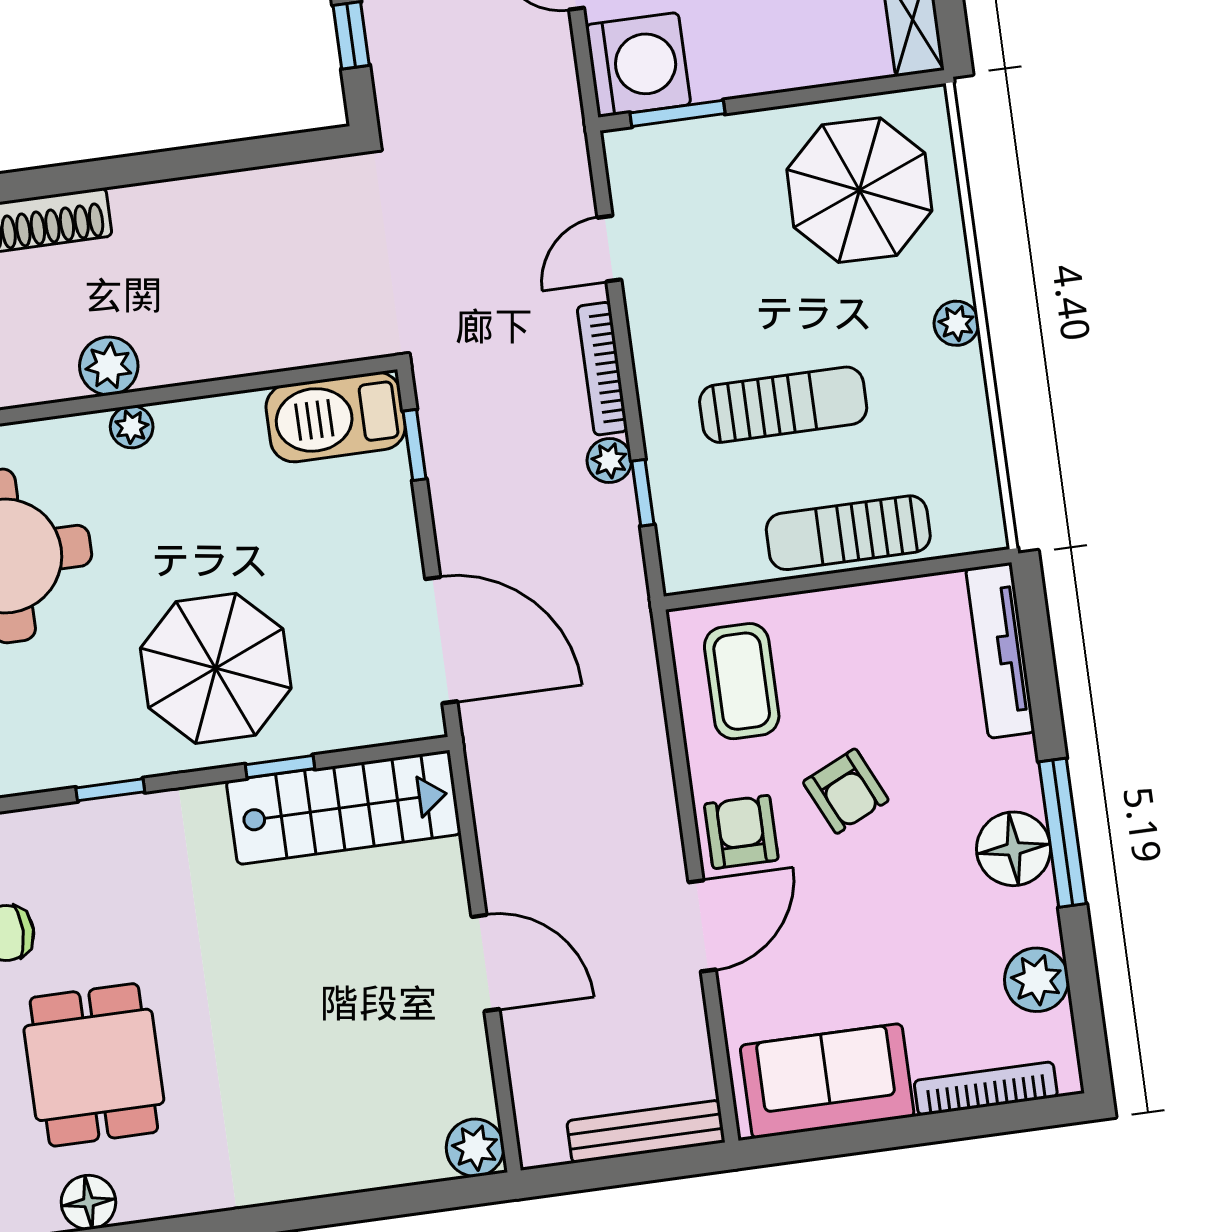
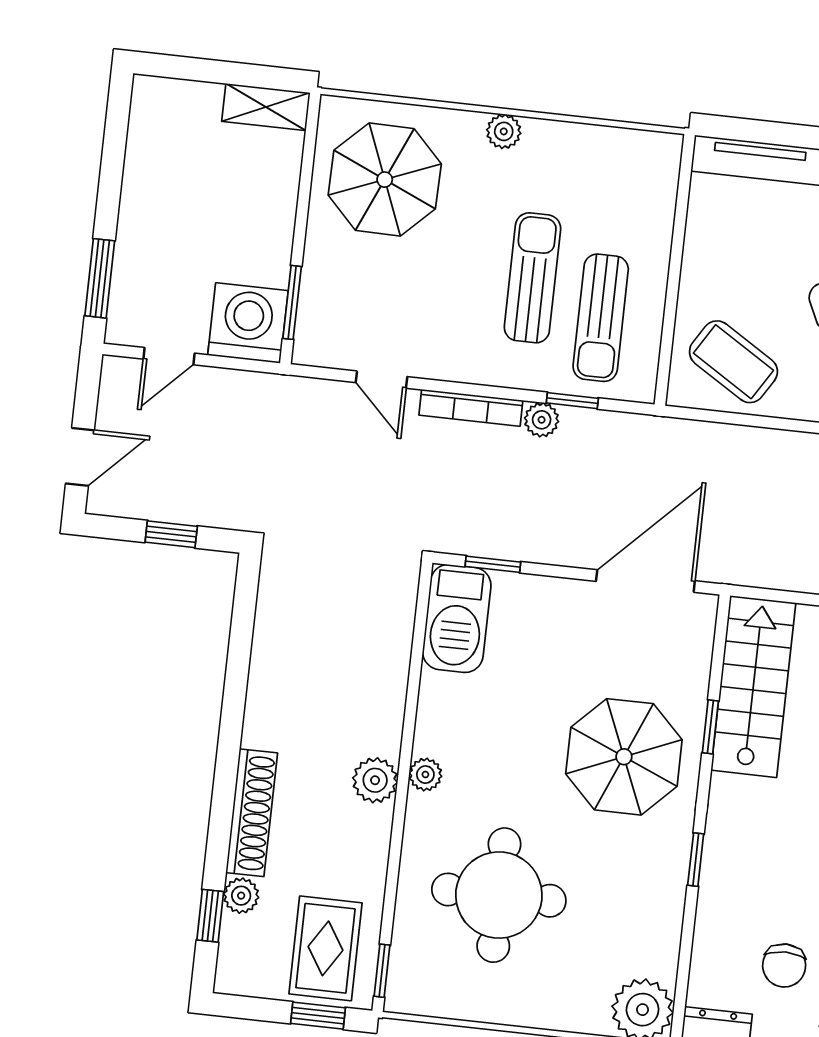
sun lounger: (848, 533) -> (601, 318), moved
coffee table: (742, 681) -> (733, 362), turned 32

